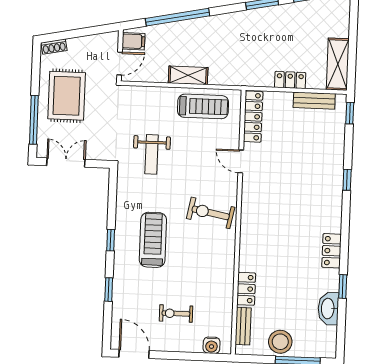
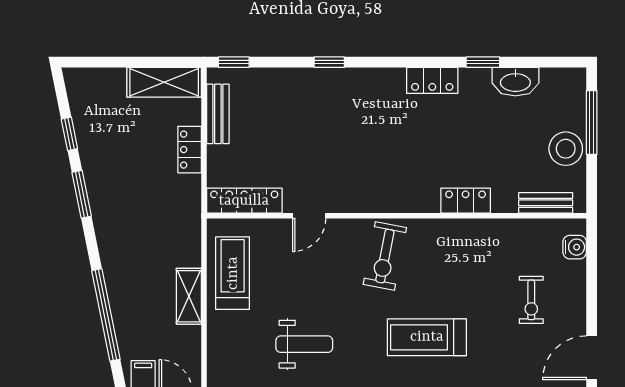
locker: (246, 289) -> (466, 201), moved

